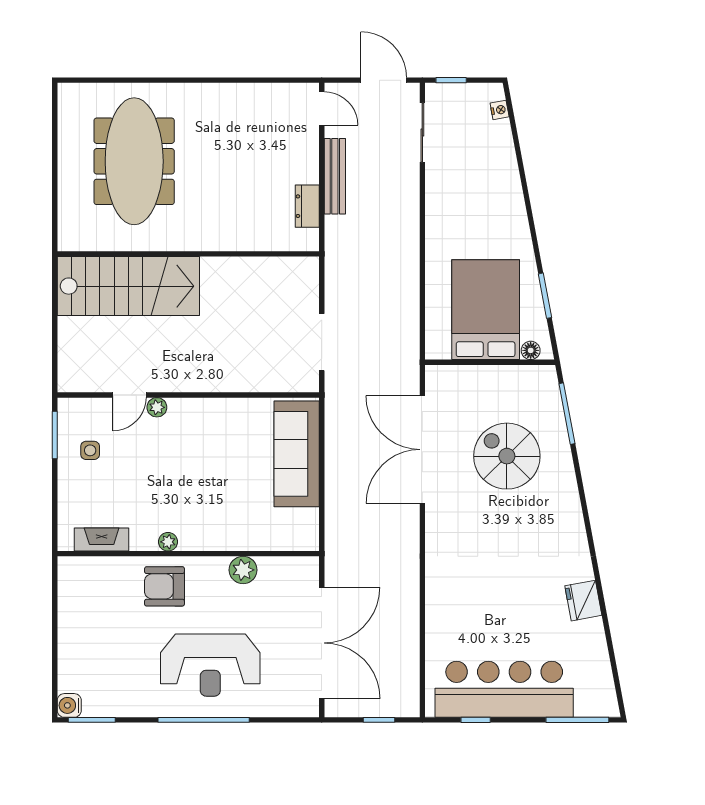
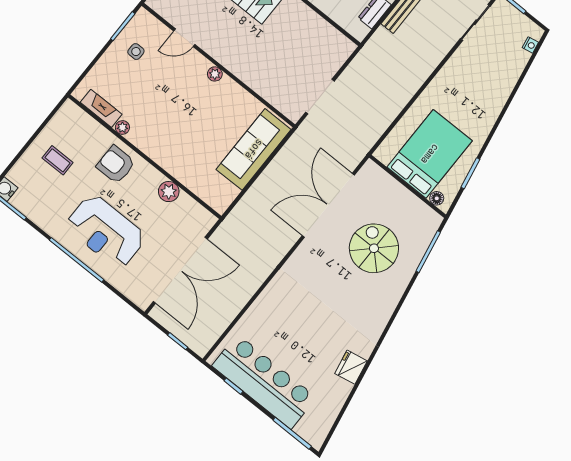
plant: (157, 407) -> (215, 74), moved
plant: (168, 542) -> (122, 127), moved
coffee table: (100, 631) -> (58, 160), added

